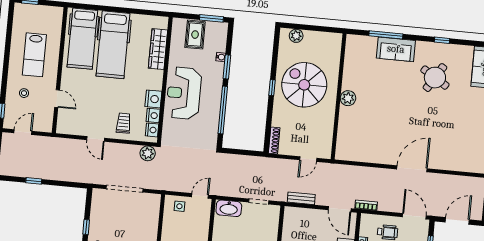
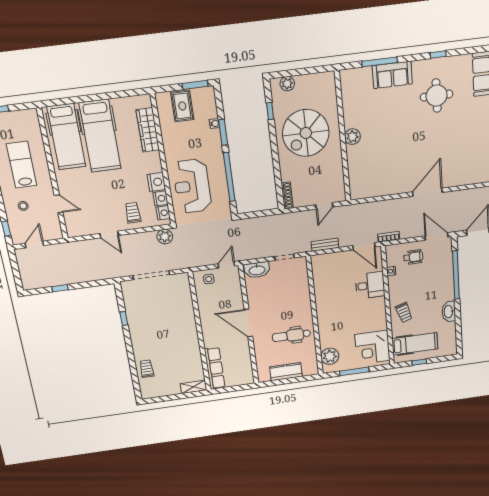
lab bench: (34, 55) -> (22, 165), turned 180
round table: (435, 78) -> (437, 96), turned -32
spiral stairs: (304, 85) -> (306, 133), turned -90
window: (272, 88) -> (270, 111), moved
reception desk: (184, 93) -> (192, 186), moved

